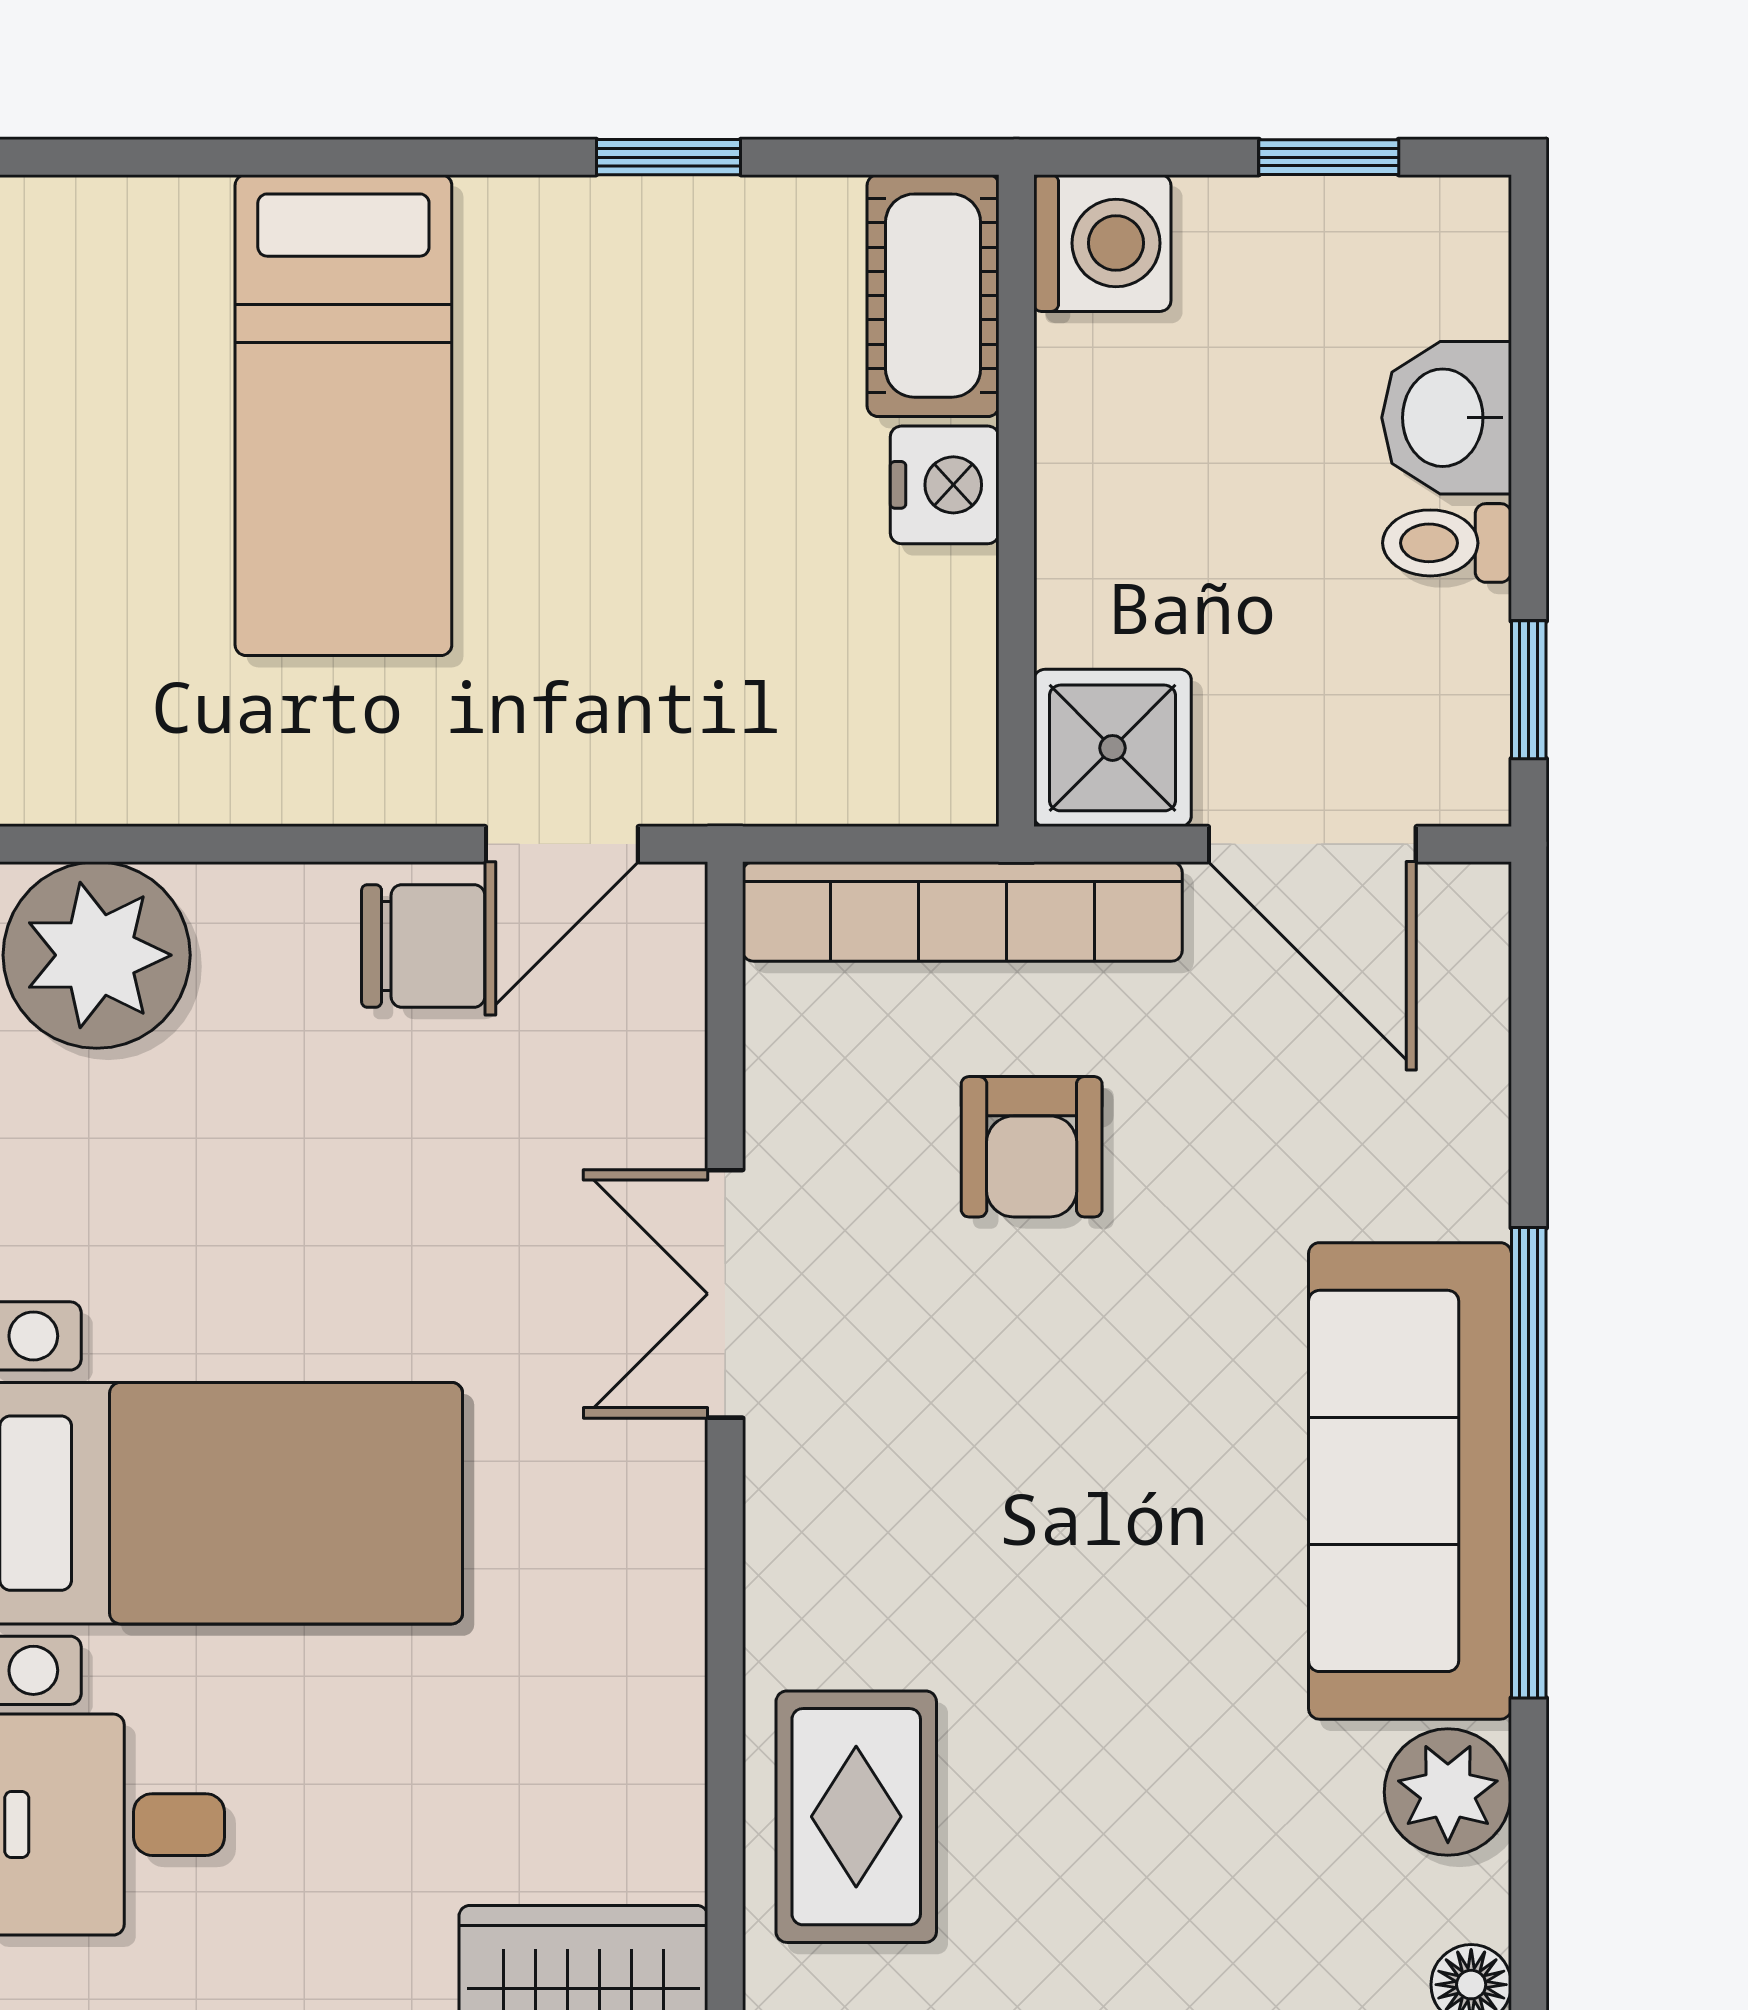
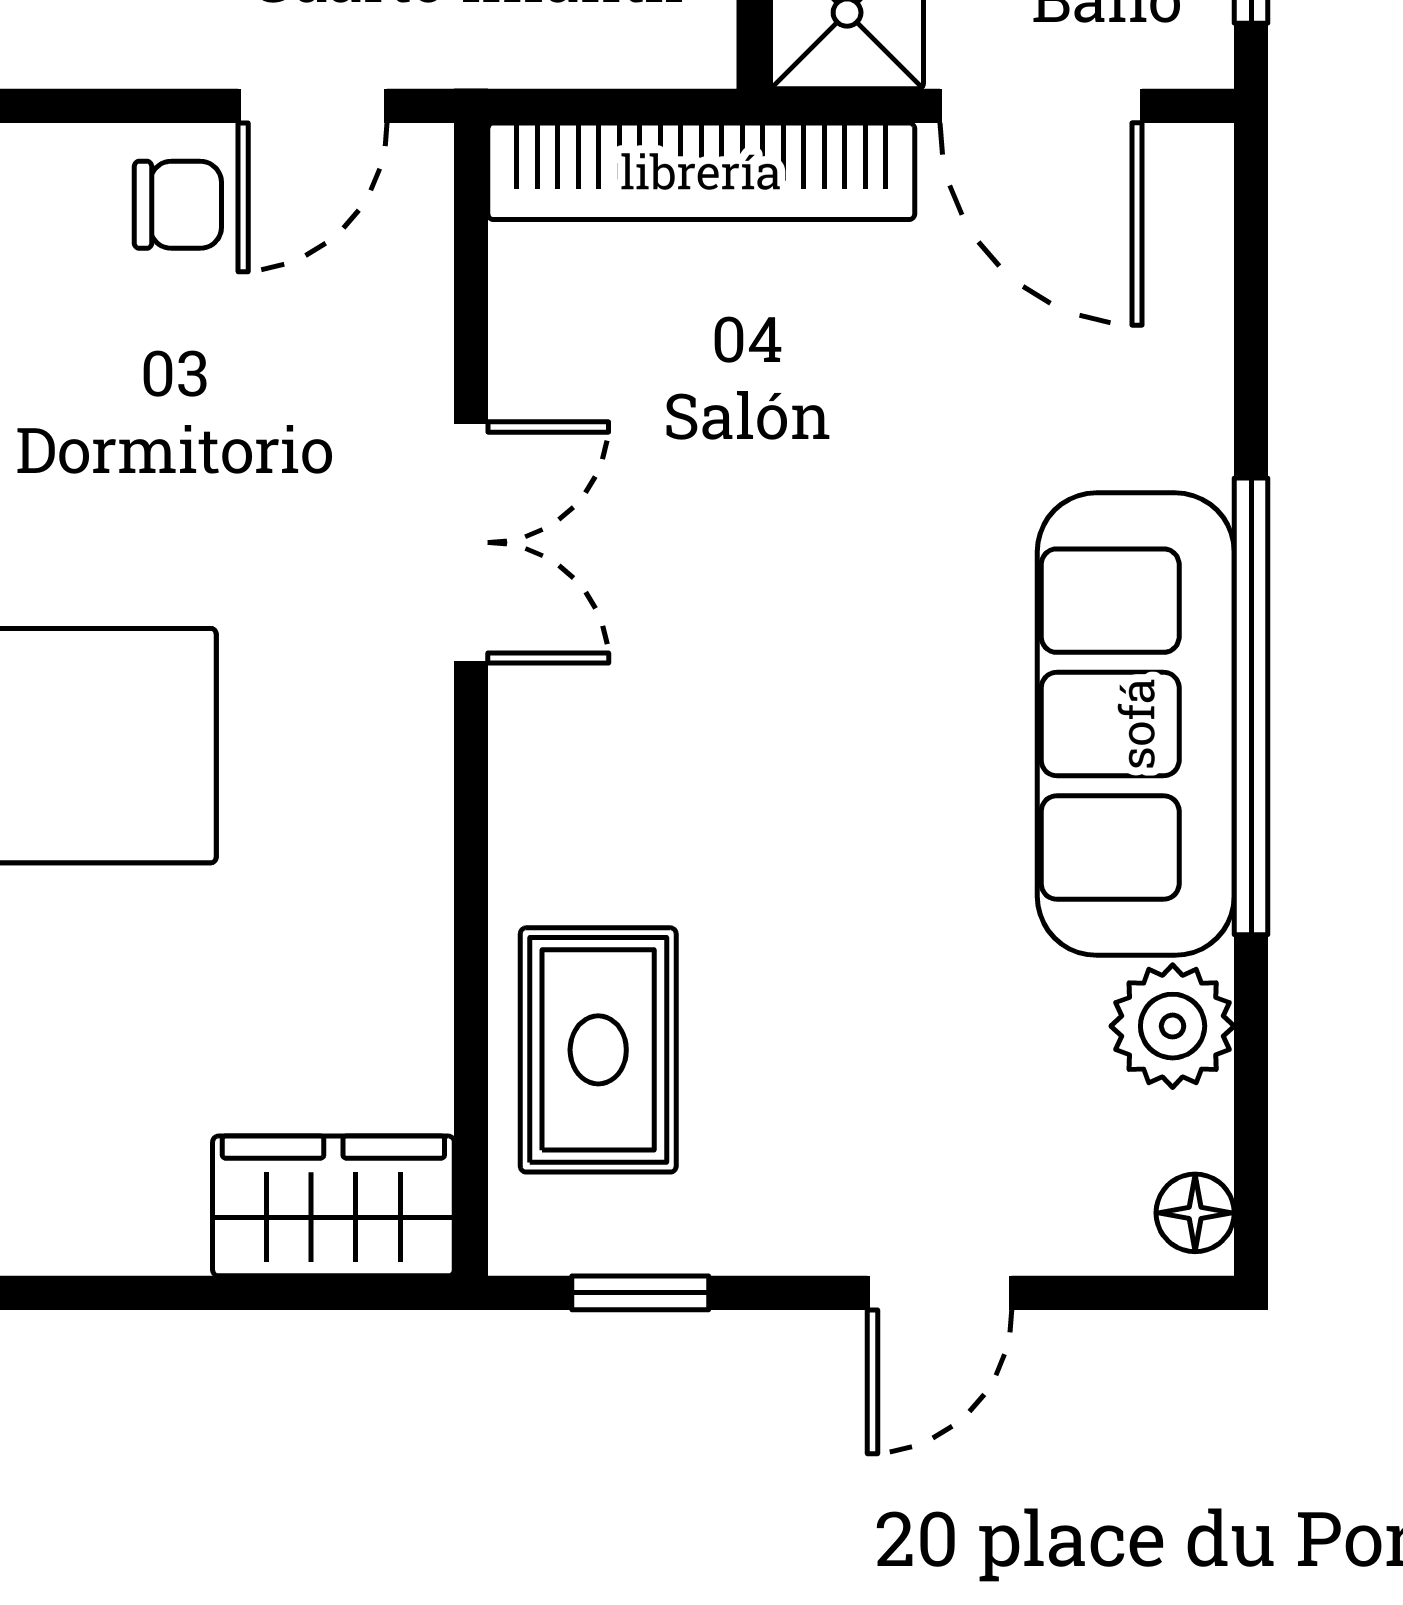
chair: (423, 946) -> (178, 205), width x0.73, depth x0.73
armchair: (1032, 1147) -> (769, 400), removed
double door: (725, 1294) -> (471, 542), swing flipped

